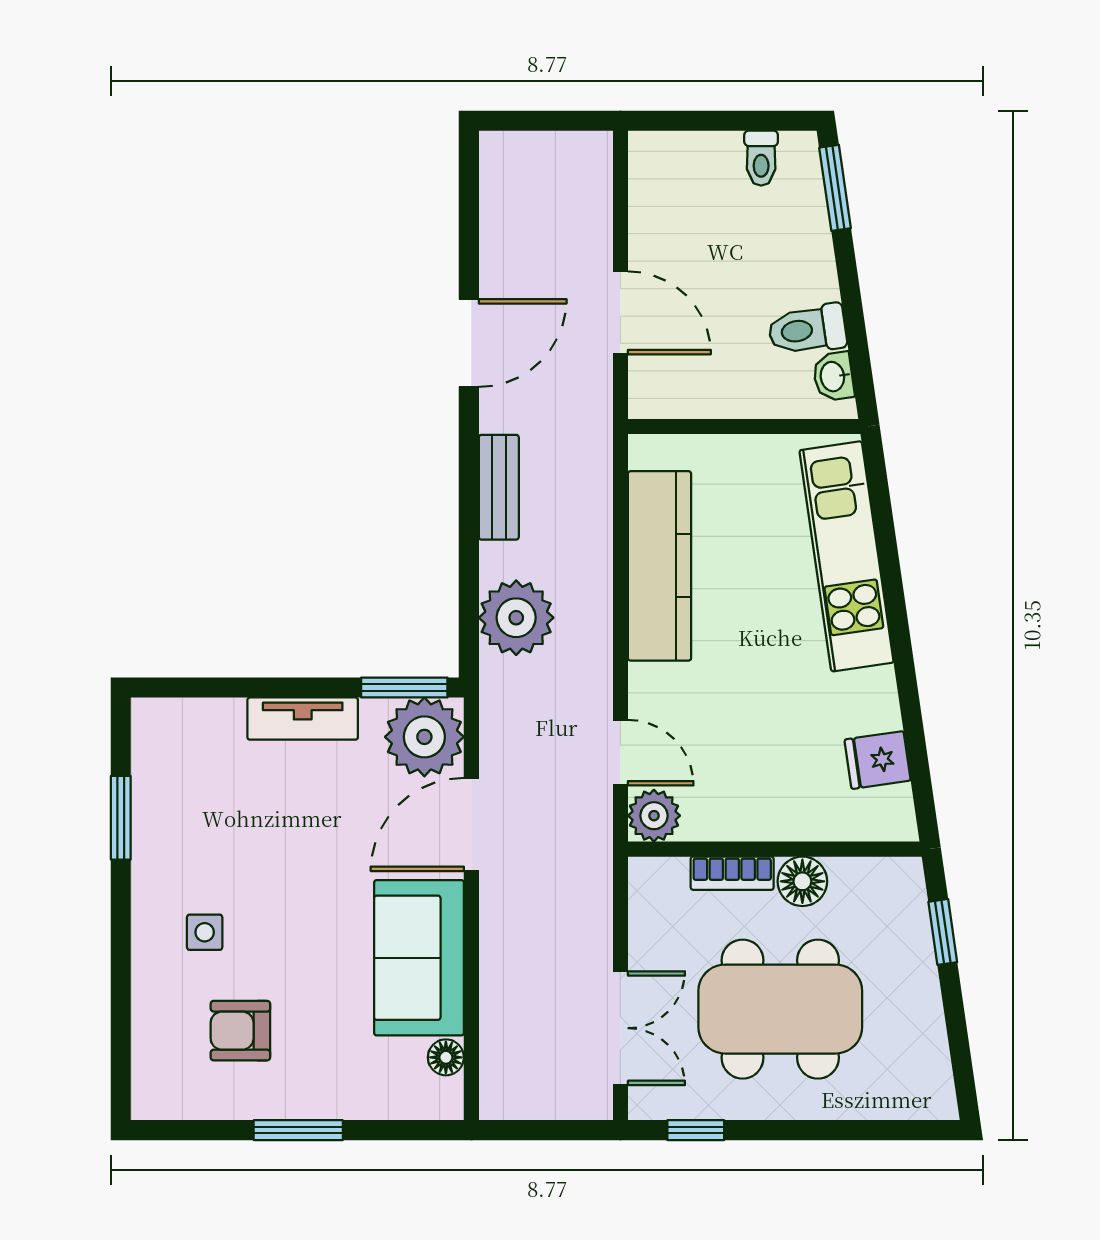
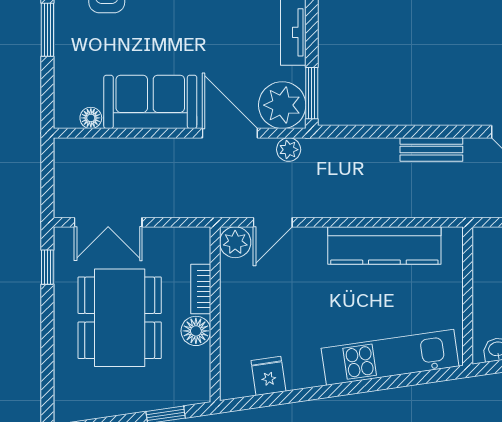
plant: (516, 618) -> (289, 150), moved, width x0.53, depth x0.53

